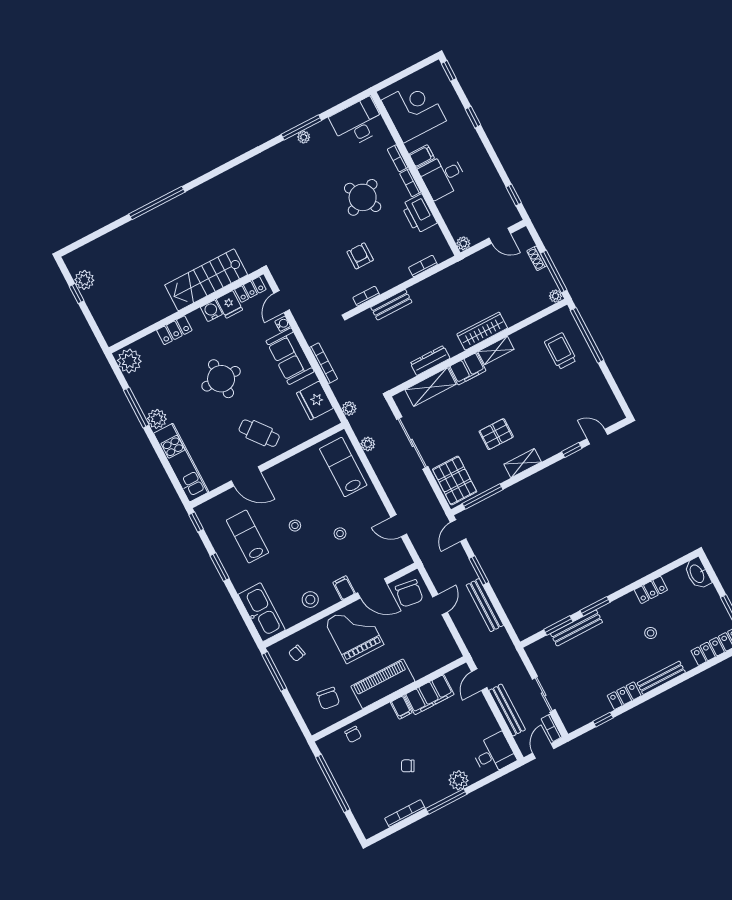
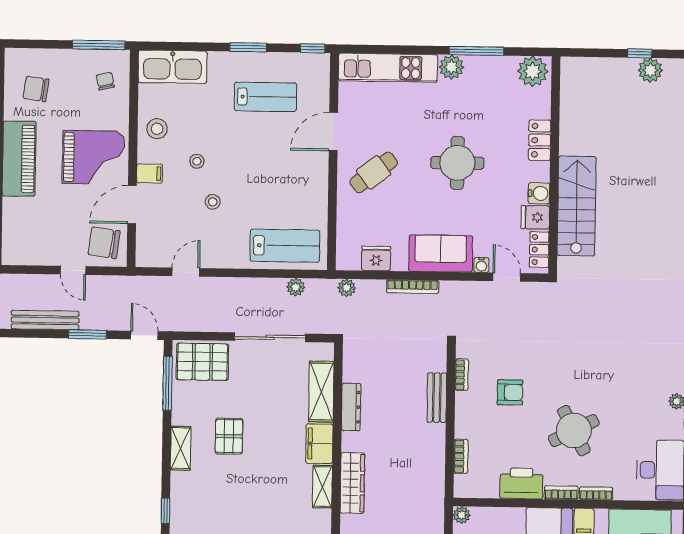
fridge: (315, 401) -> (376, 258), width x0.73, depth x0.75
stool: (295, 526) -> (197, 161), moved

